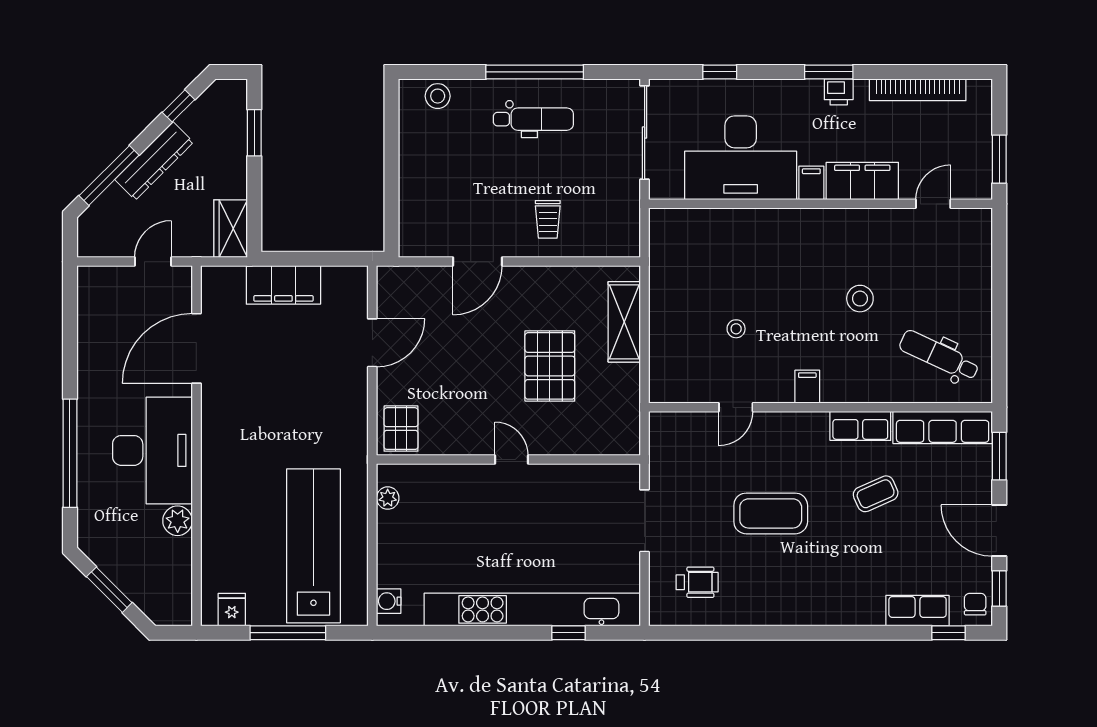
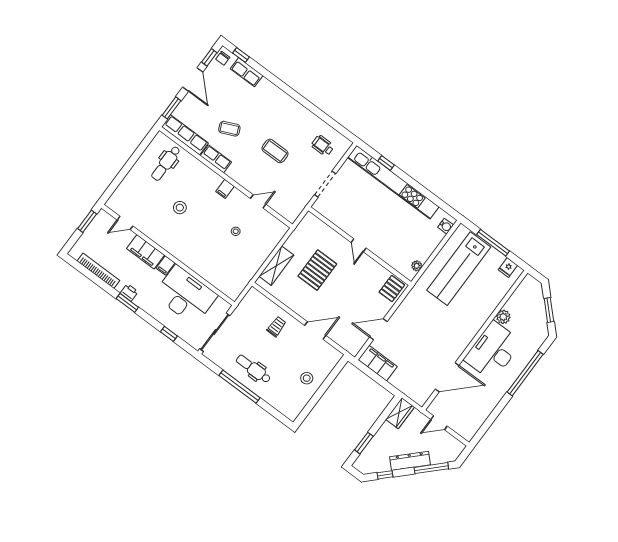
stool: (438, 96) -> (307, 378), moved
filing cabinet: (283, 285) -> (378, 363), moved
dental chair: (939, 356) -> (166, 163), turned 65
coffee table: (771, 513) -> (275, 151), width x0.73, depth x0.76

